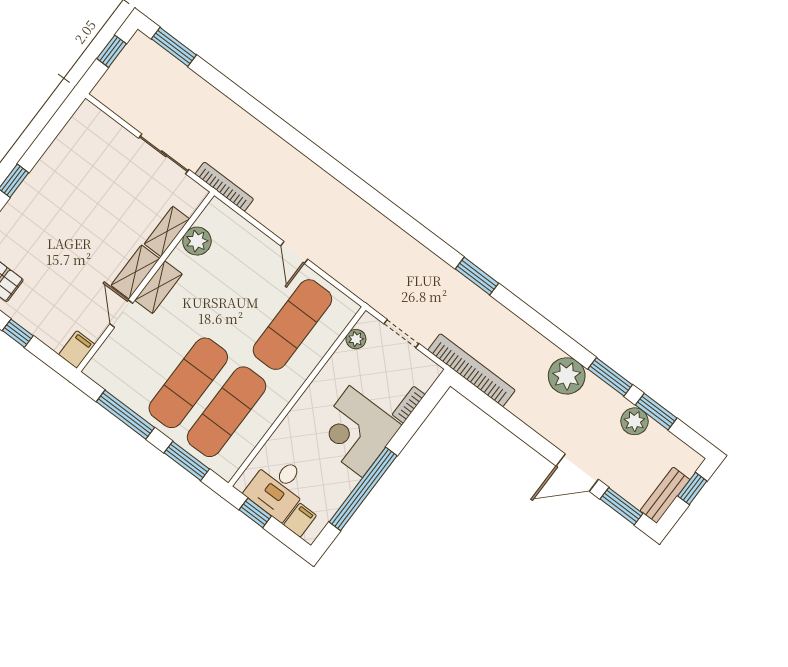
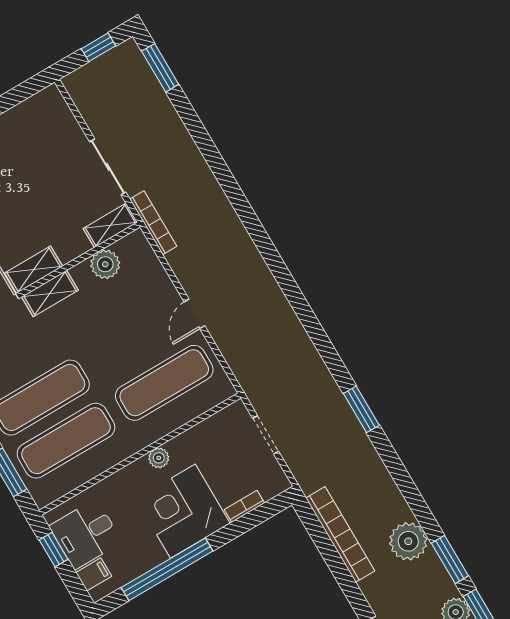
shelving: (167, 231) -> (110, 225), moved
plant: (356, 339) -> (159, 458), moved
bookcase: (471, 370) -> (340, 534), moved

